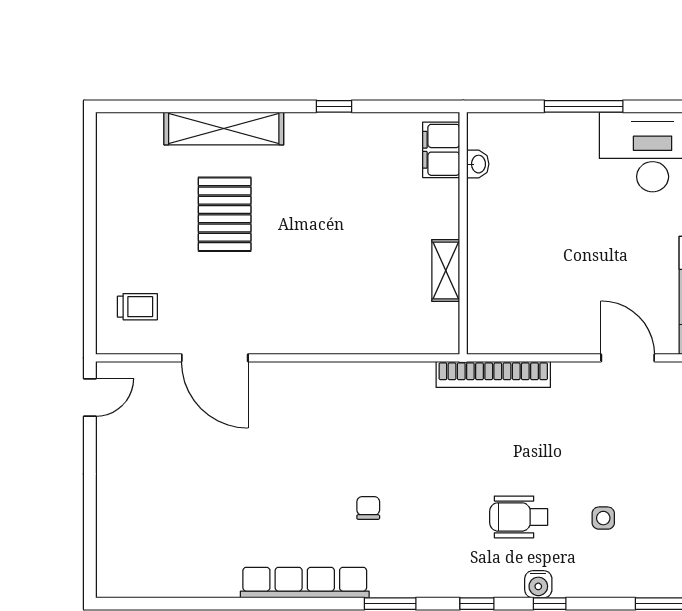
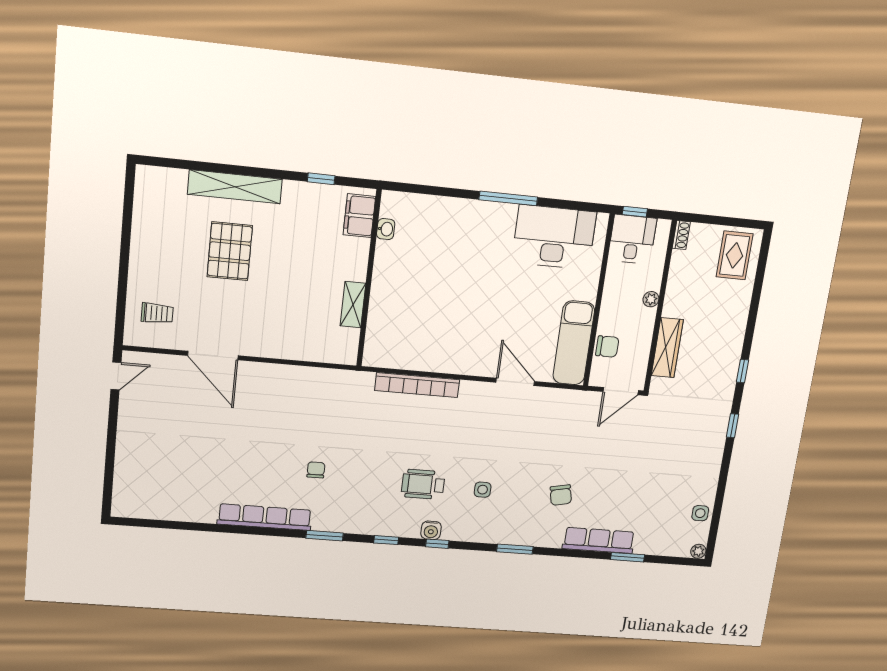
filing cabinet: (441, 150) -> (359, 216), moved
washbasin: (478, 164) -> (386, 229), moved
wall: (463, 233) -> (369, 279), moved
shelving: (446, 270) -> (353, 305), moved

